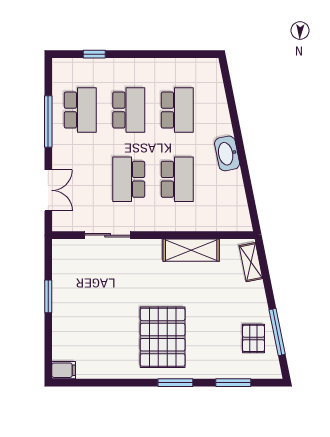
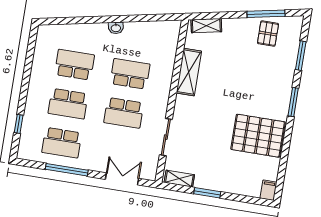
school desk: (80, 110) -> (62, 143), turned 180
school desk: (129, 110) -> (68, 104), turned 180
washbasin: (227, 153) -> (116, 28), width x0.52, depth x0.69
shelving: (60, 260) -> (179, 179), added
pallet: (163, 337) -> (258, 136), moved
pallet: (254, 338) -> (268, 34), turned 90

